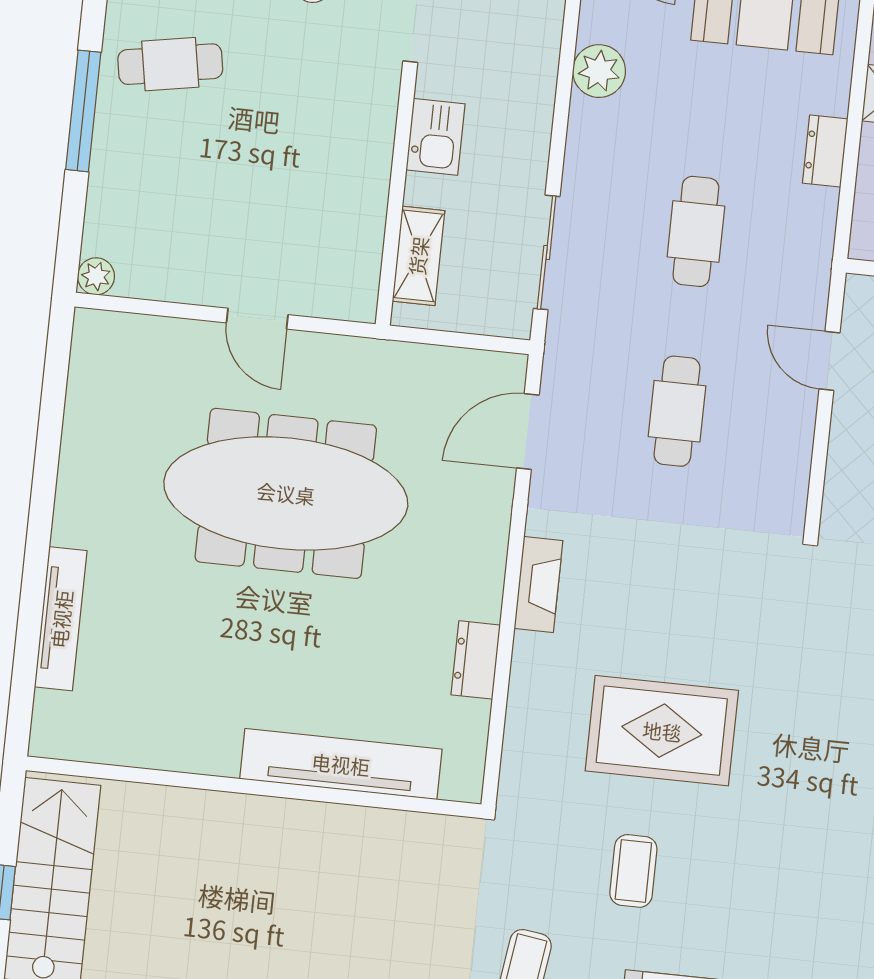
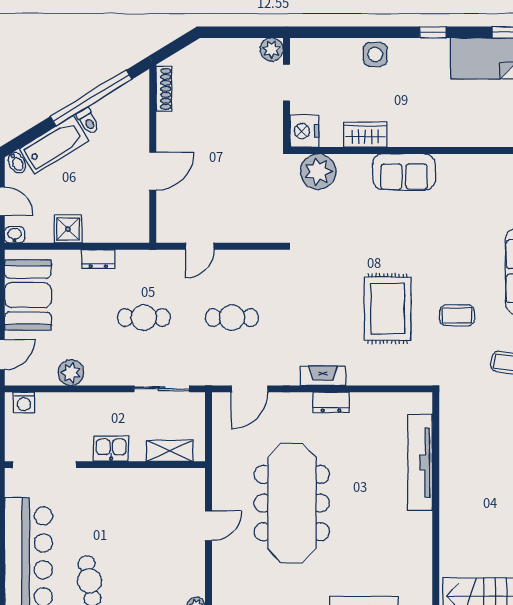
door: (528, 432) -> (249, 389), hinge flipped
dresser: (476, 660) -> (331, 402), moved

